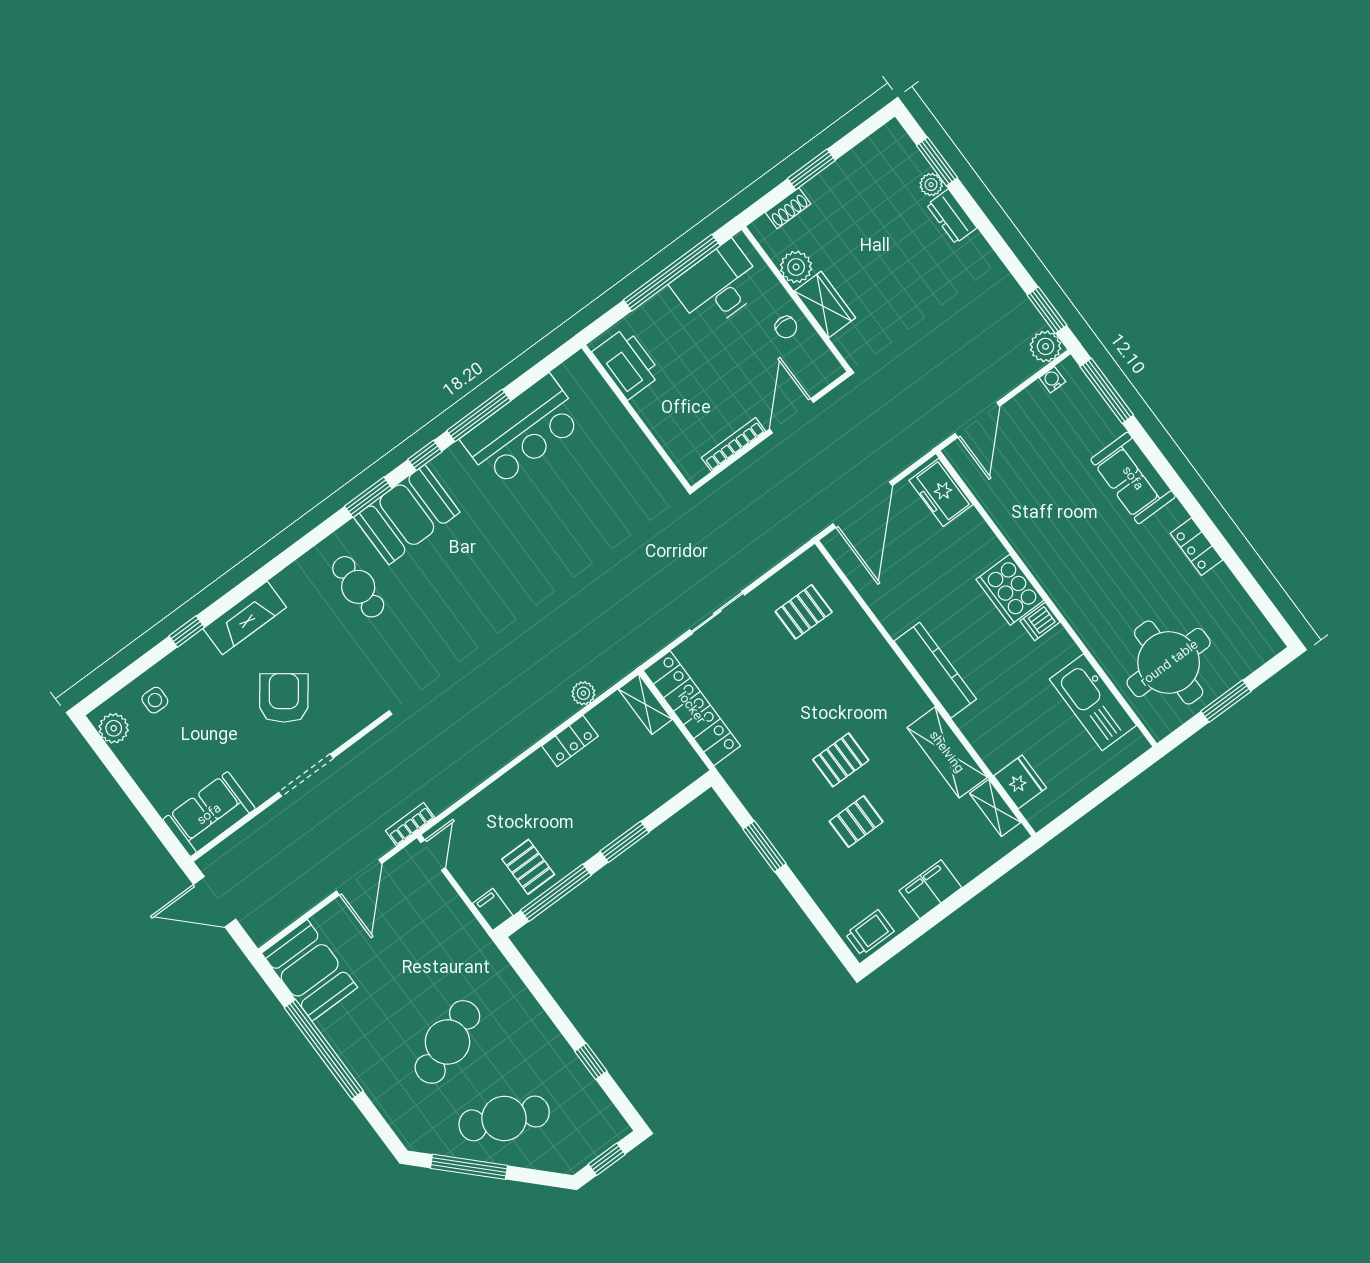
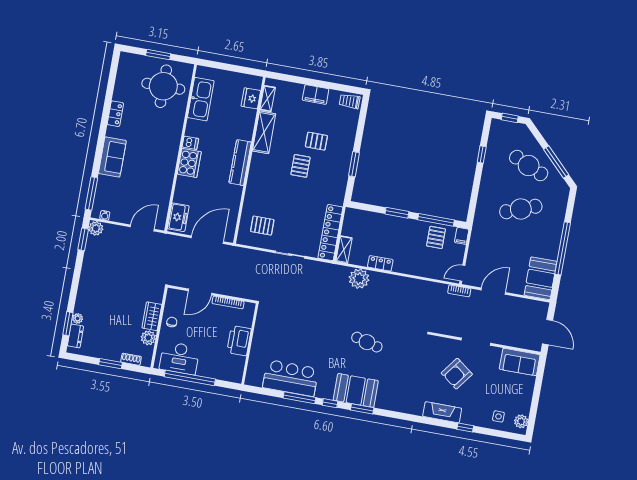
dresser: (952, 216) -> (76, 336), moved
printer: (627, 363) -> (239, 341), moved
cafe table: (358, 587) -> (367, 342), moved, turned -75
plant: (583, 693) -> (359, 279), width x1.88, depth x1.88
pallet: (841, 760) -> (300, 166), turned 90

